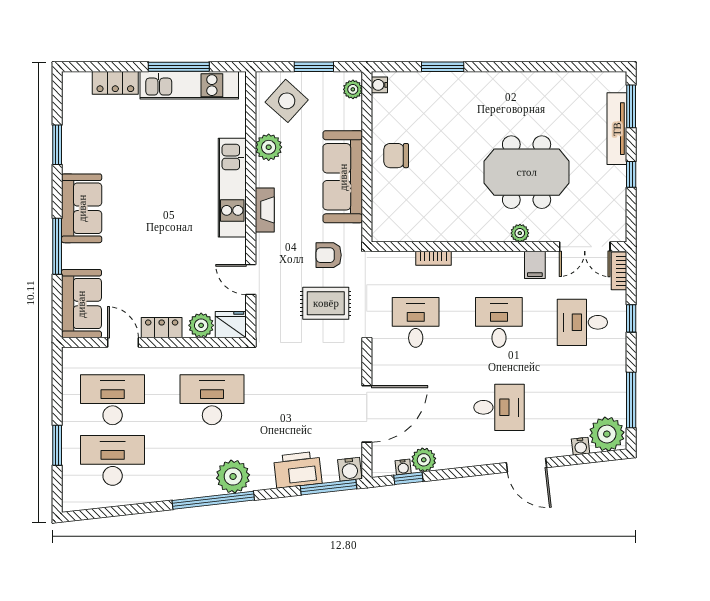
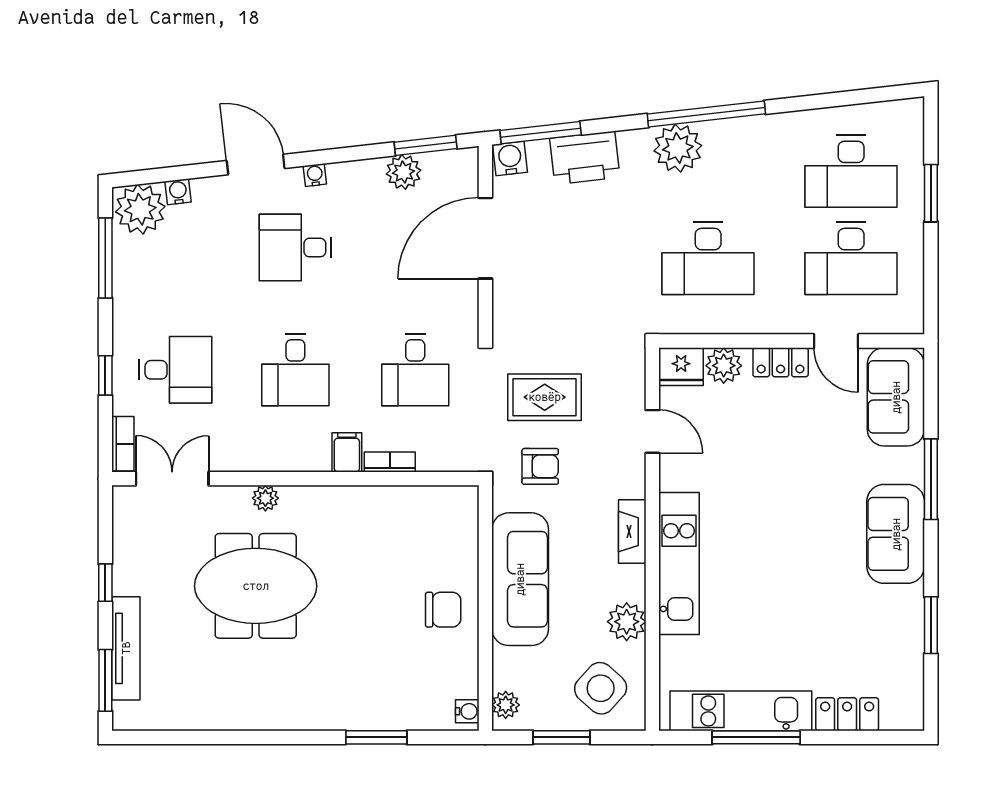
filing cabinet: (535, 265) -> (347, 452), moved
water cooler: (403, 467) -> (315, 175), moved
window: (408, 478) -> (426, 145), width x1.50

